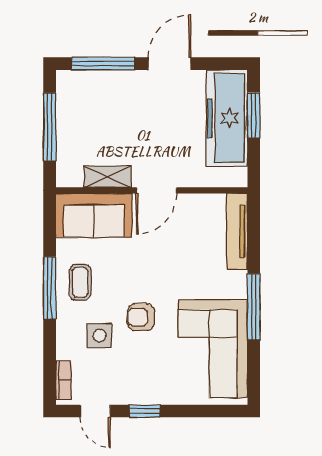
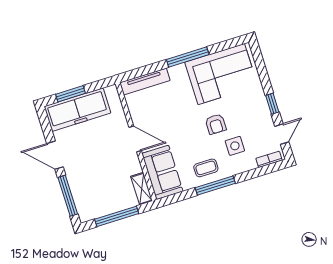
shelving: (108, 177) -> (142, 189), moved

